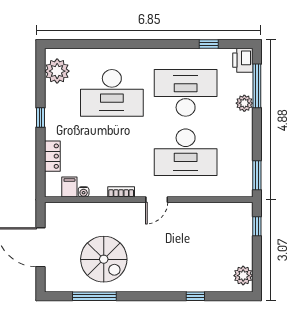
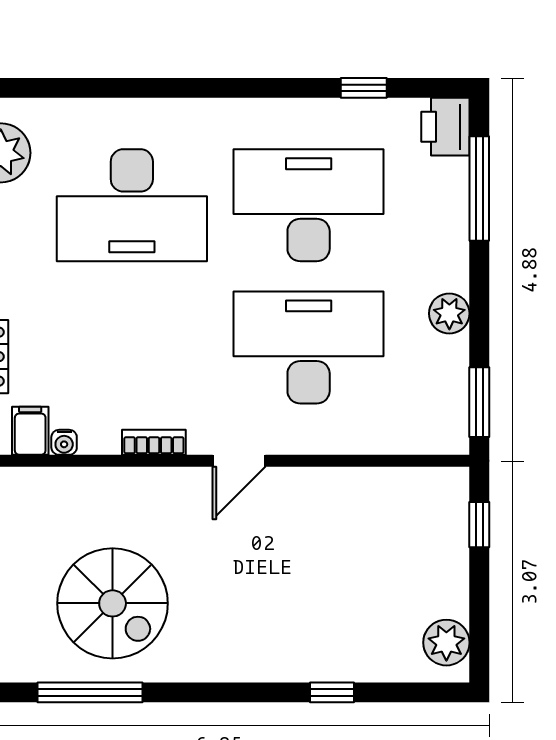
plant: (244, 103) -> (449, 313), moved
desk: (186, 152) -> (309, 347), turned 180

